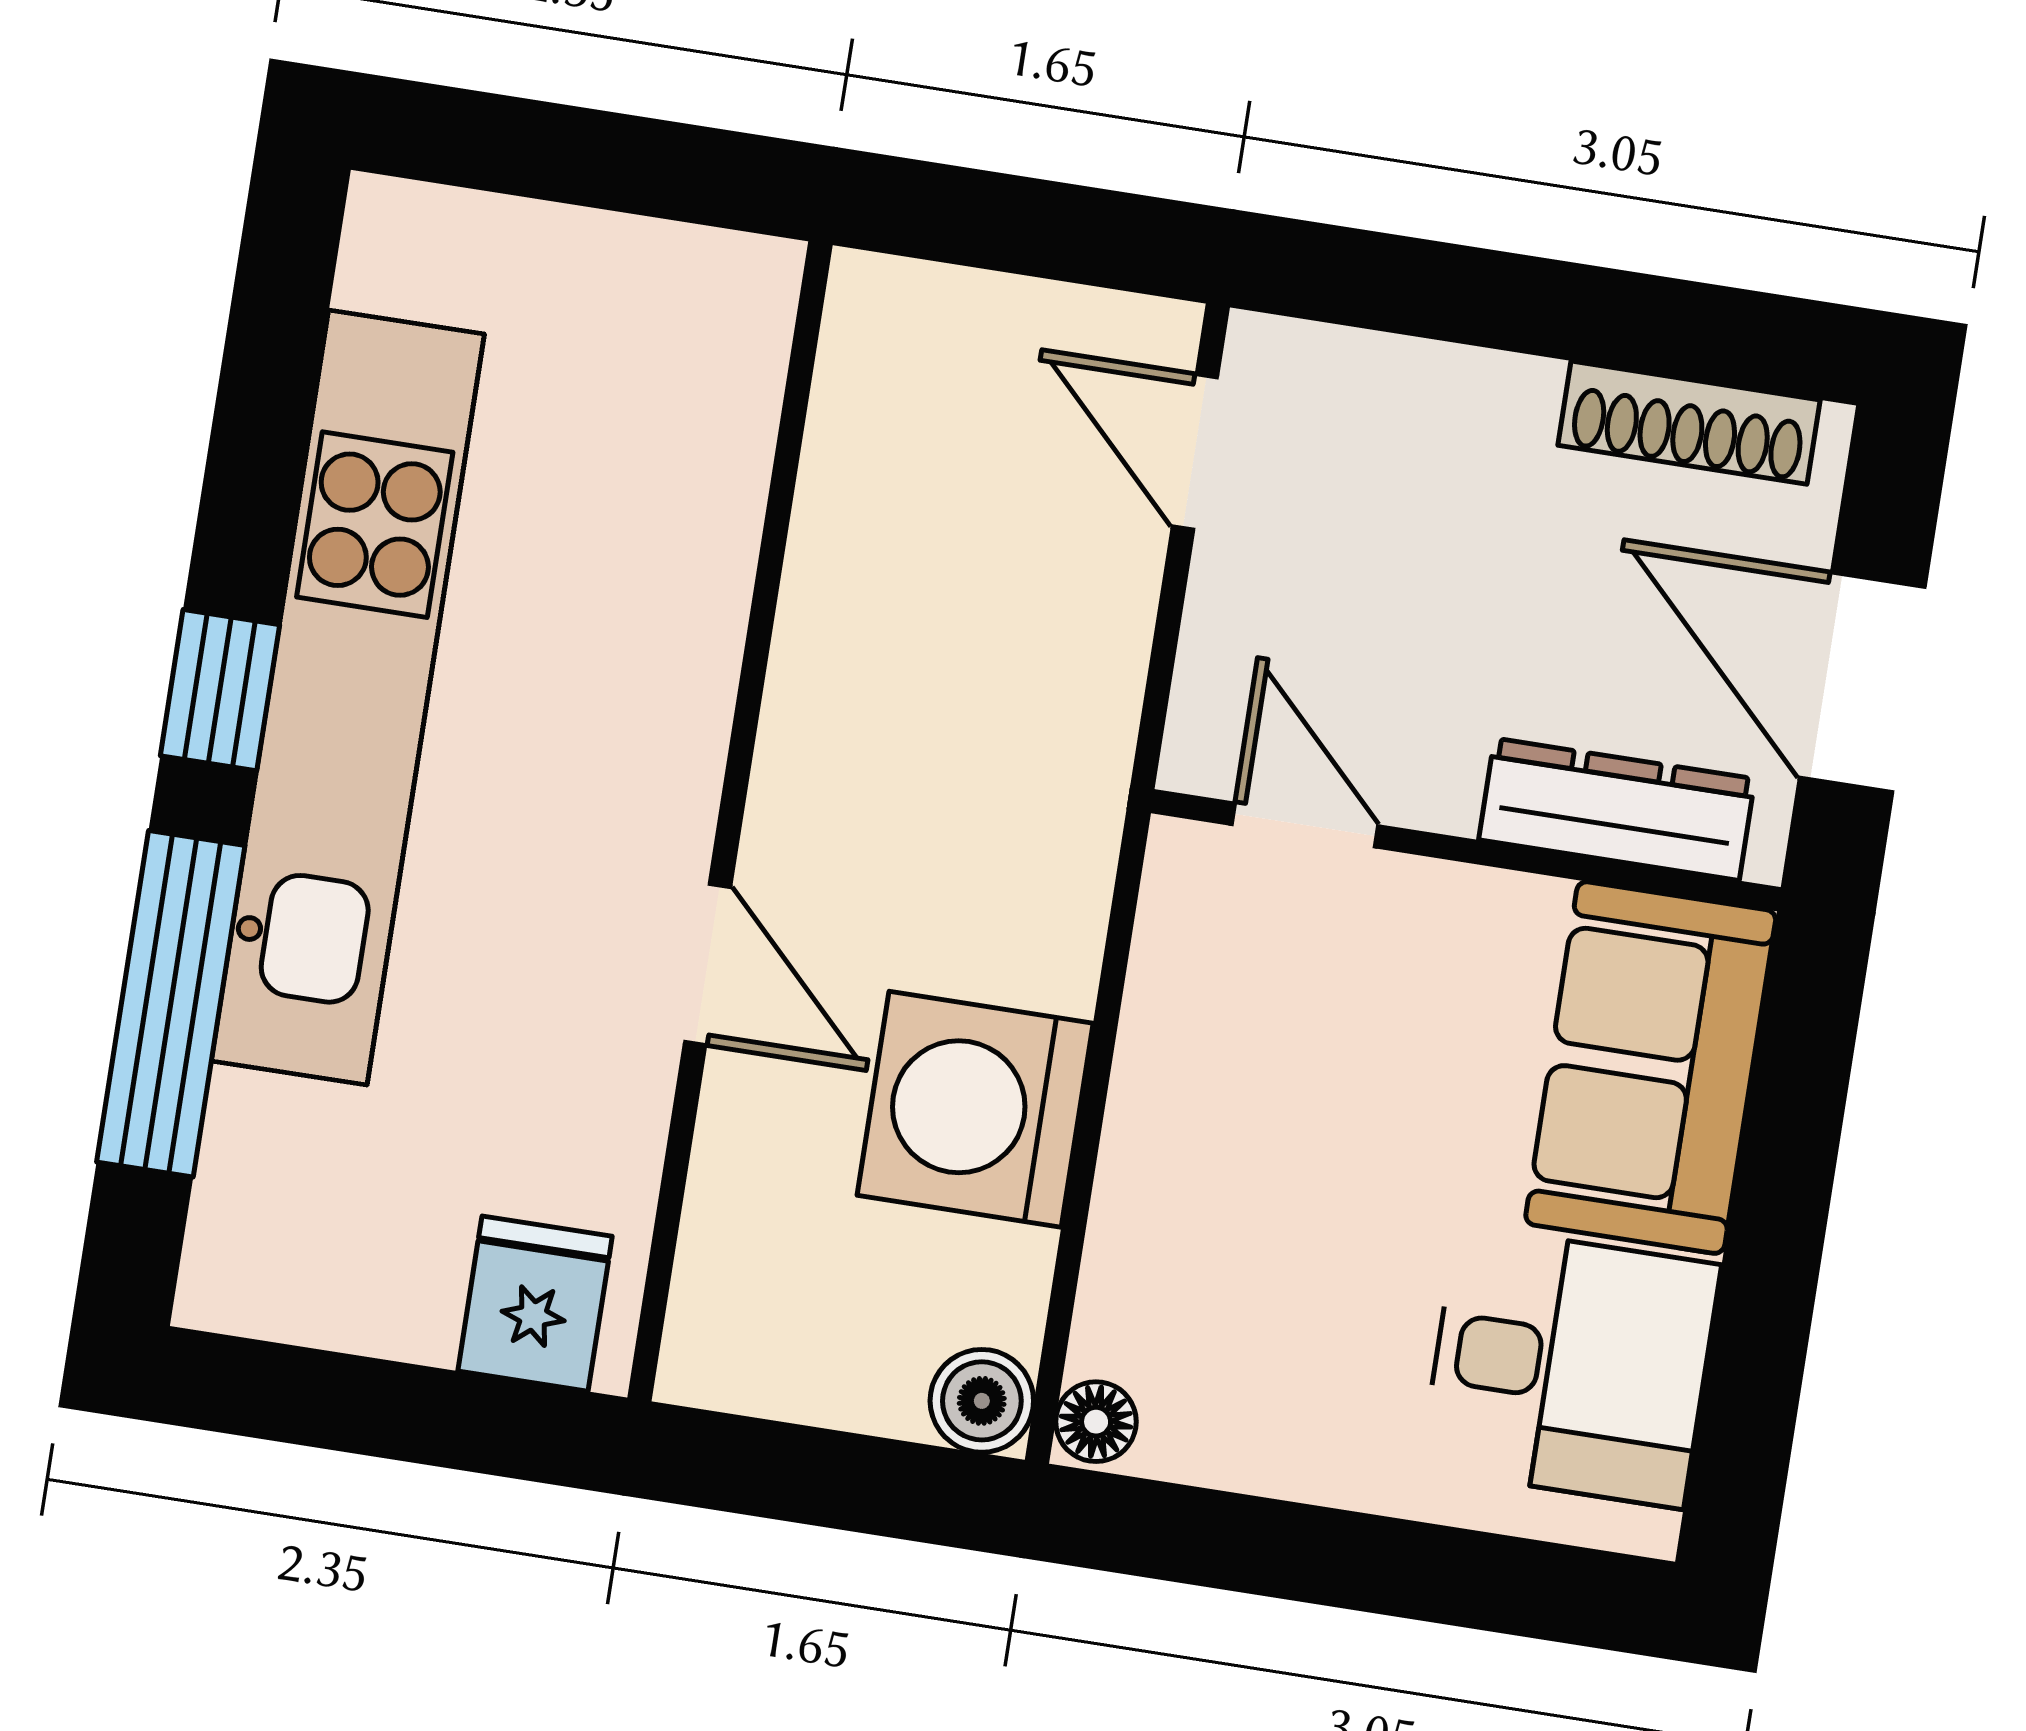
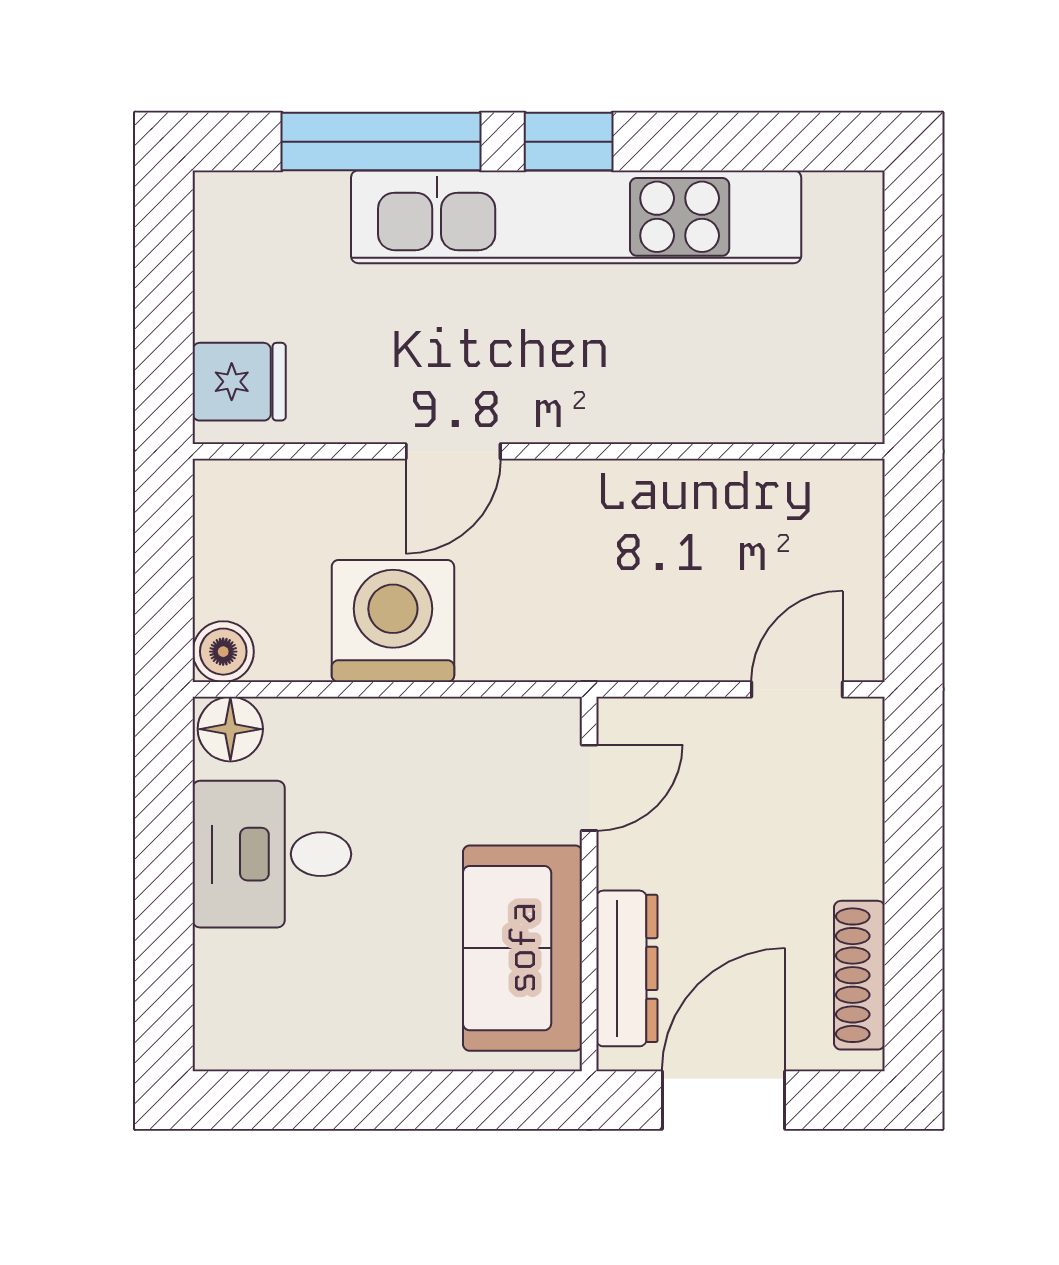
sofa: (1651, 1068) -> (522, 948), moved, turned -90
desk: (1570, 1367) -> (272, 854), moved, turned 90
floor lamp: (1096, 1422) -> (230, 729), width x1.37, depth x1.37

